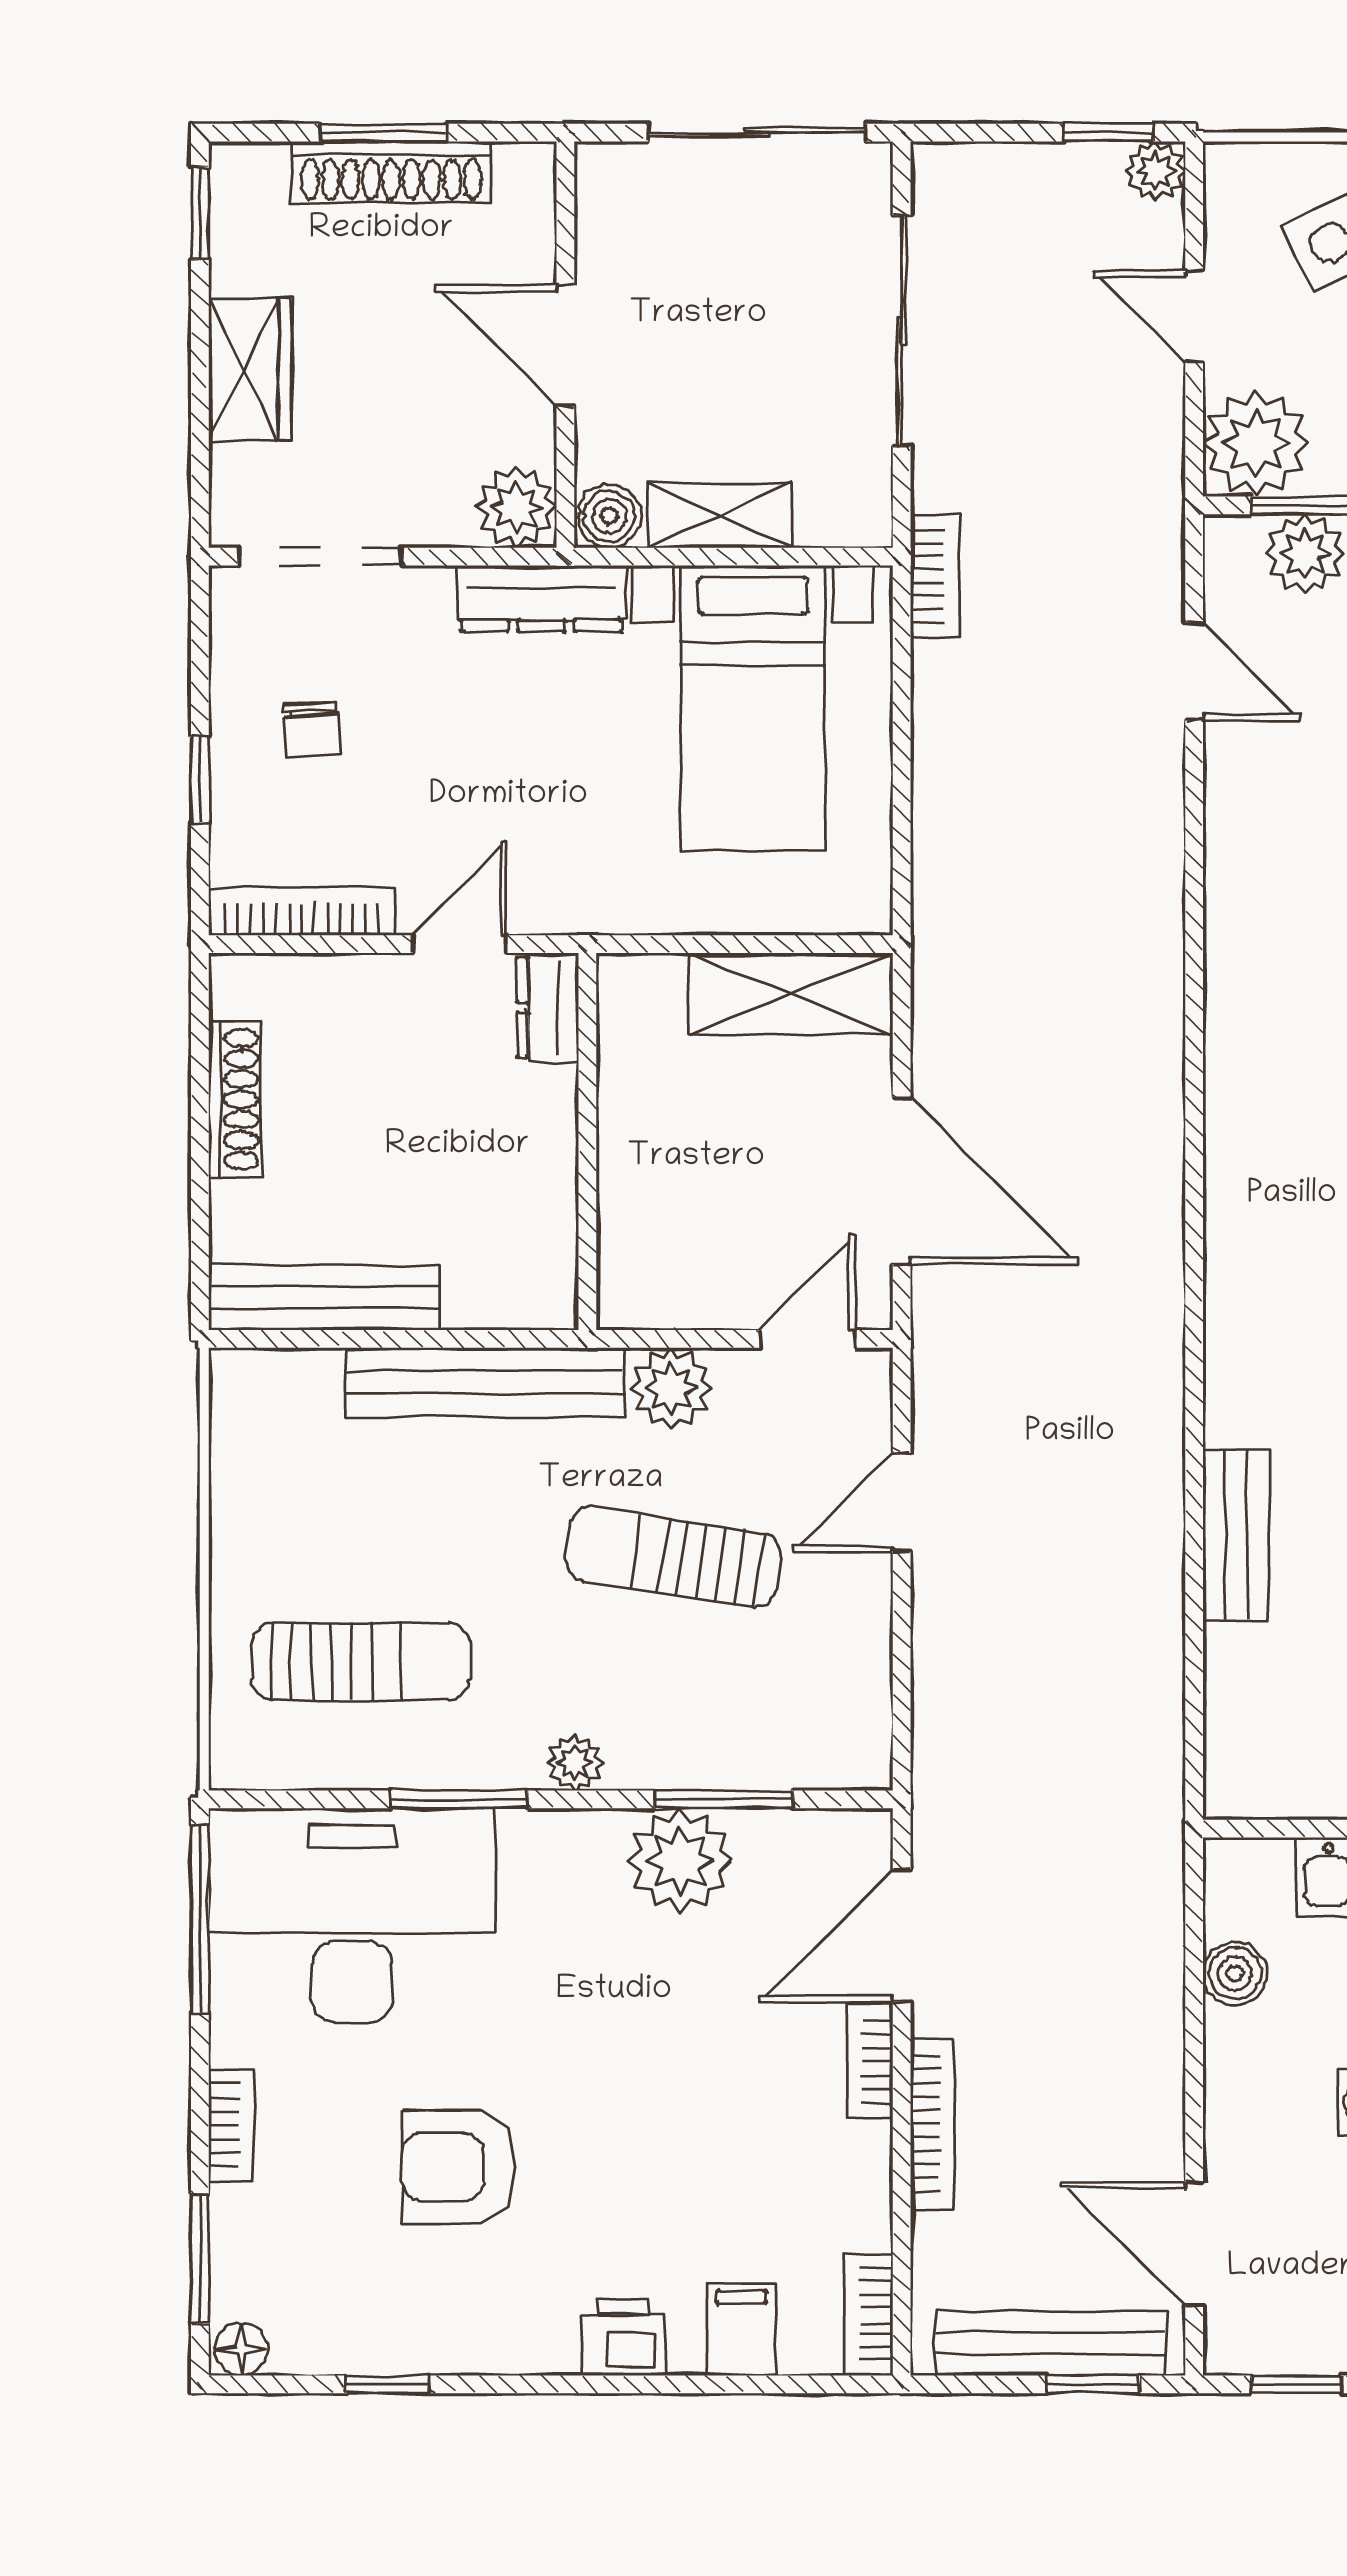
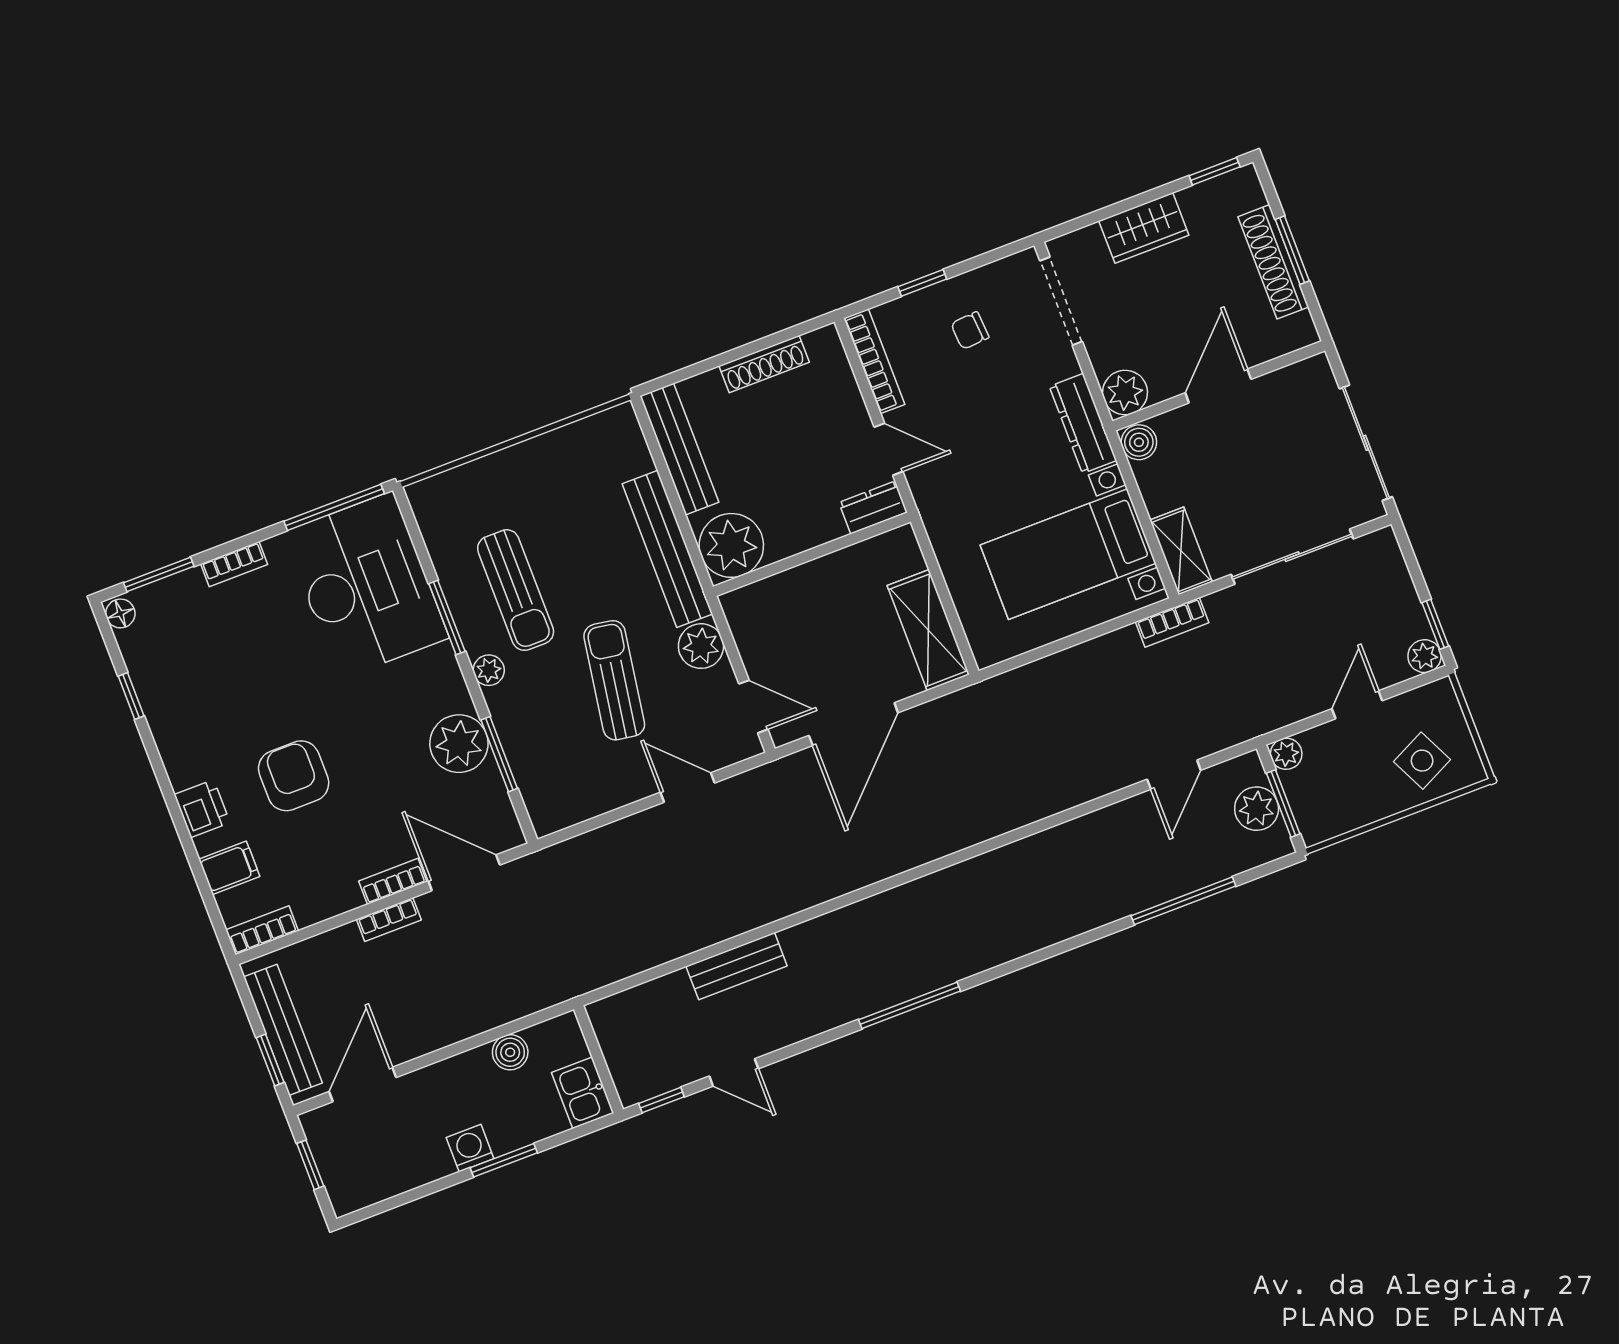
plant: (1256, 443) -> (1286, 754), width x0.53, depth x0.53
shelving: (720, 515) -> (1181, 551), moved
plant: (521, 1272) -> (731, 545), added
sun lounger: (361, 1661) -> (516, 590), moved
bookcase: (932, 2124) -> (389, 920), width x0.64
armchair: (459, 2167) -> (294, 776), moved

